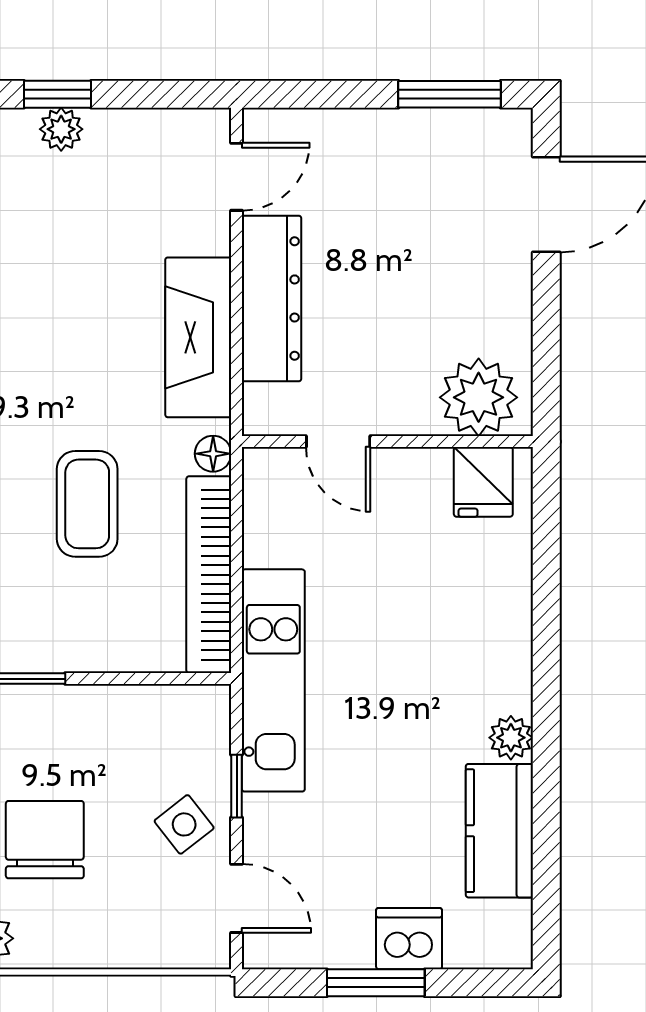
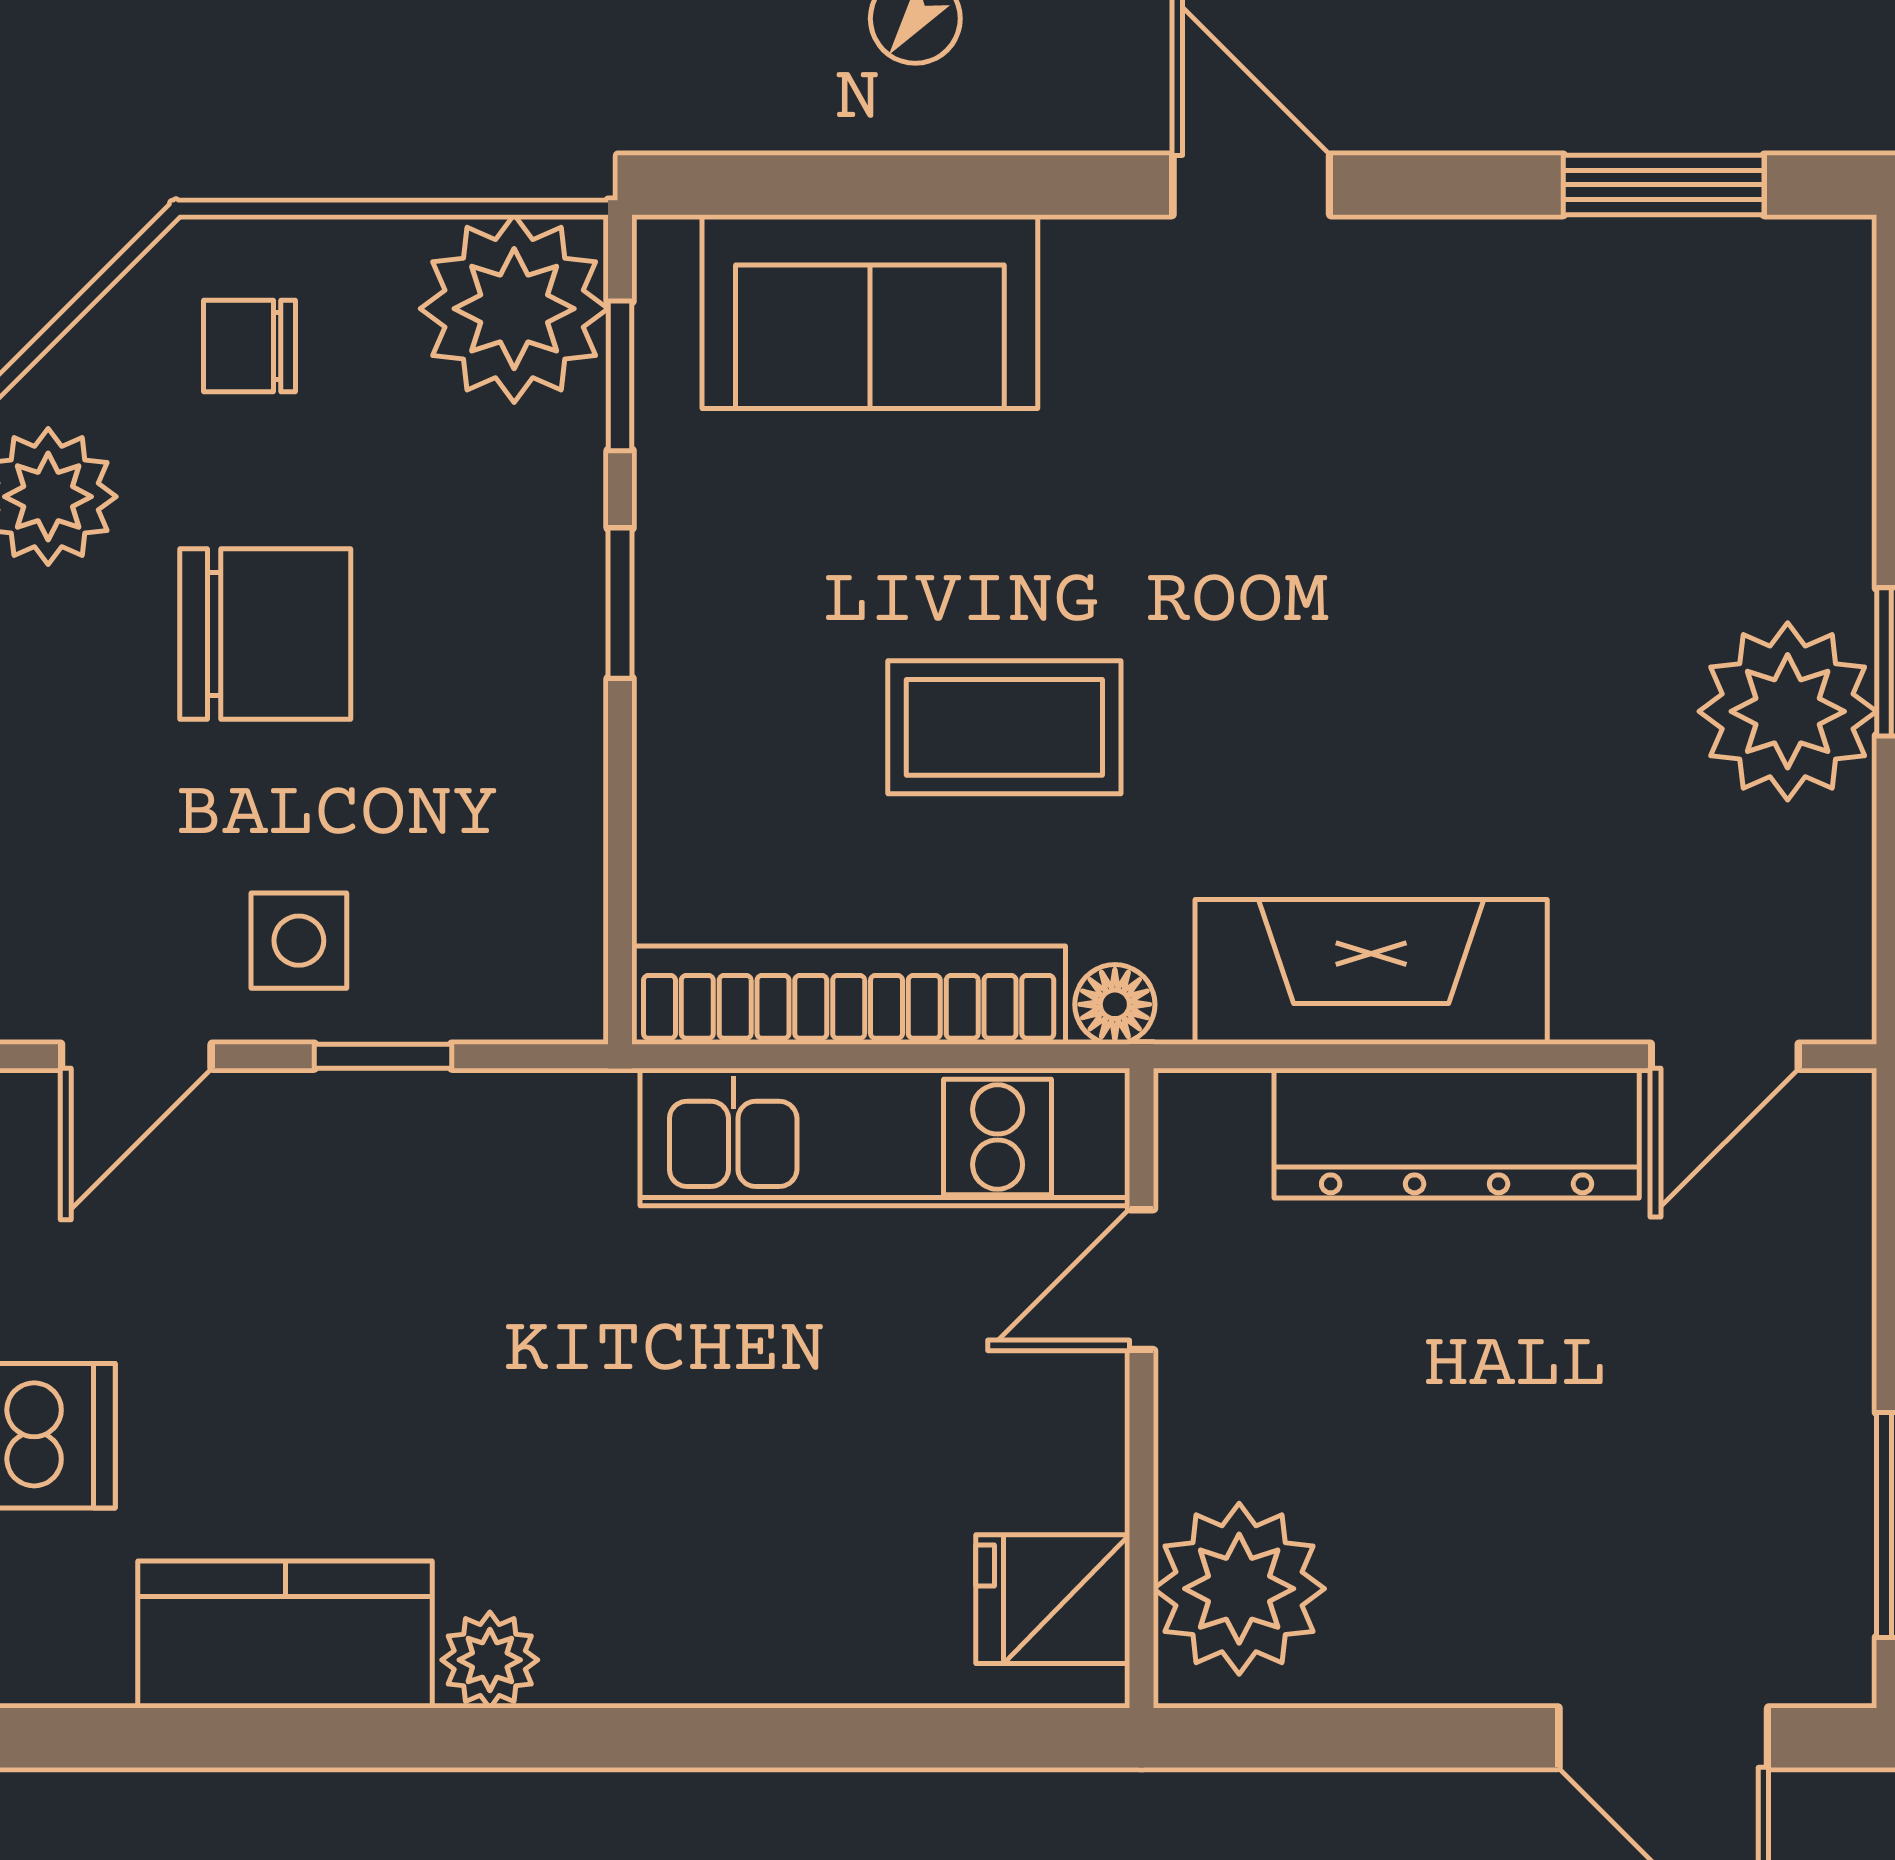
plant: (61, 129) -> (1788, 711), width x1.87, depth x1.87
door: (237, 177) -> (1725, 1056), hinge flipped
kitchen unit: (273, 680) -> (885, 1137), moved
side table: (184, 824) -> (299, 941), turned 38

